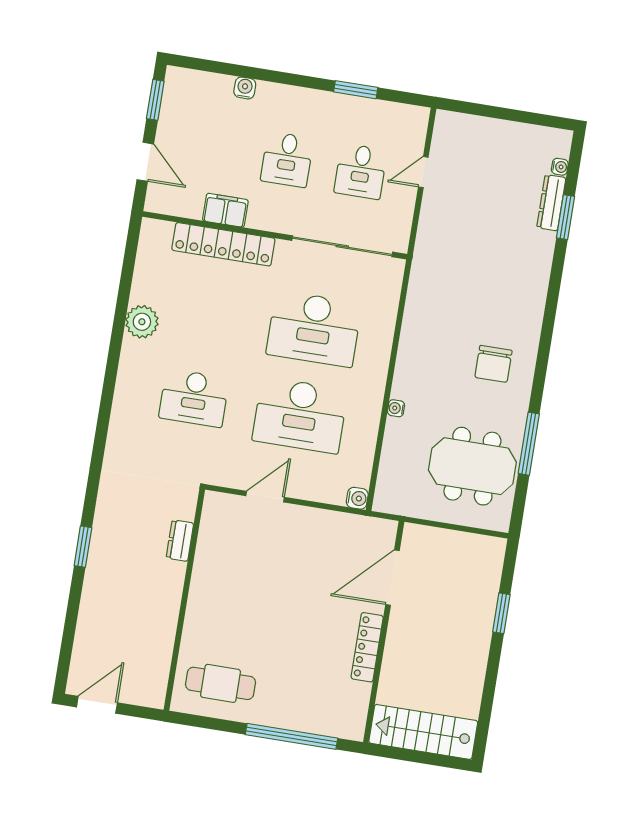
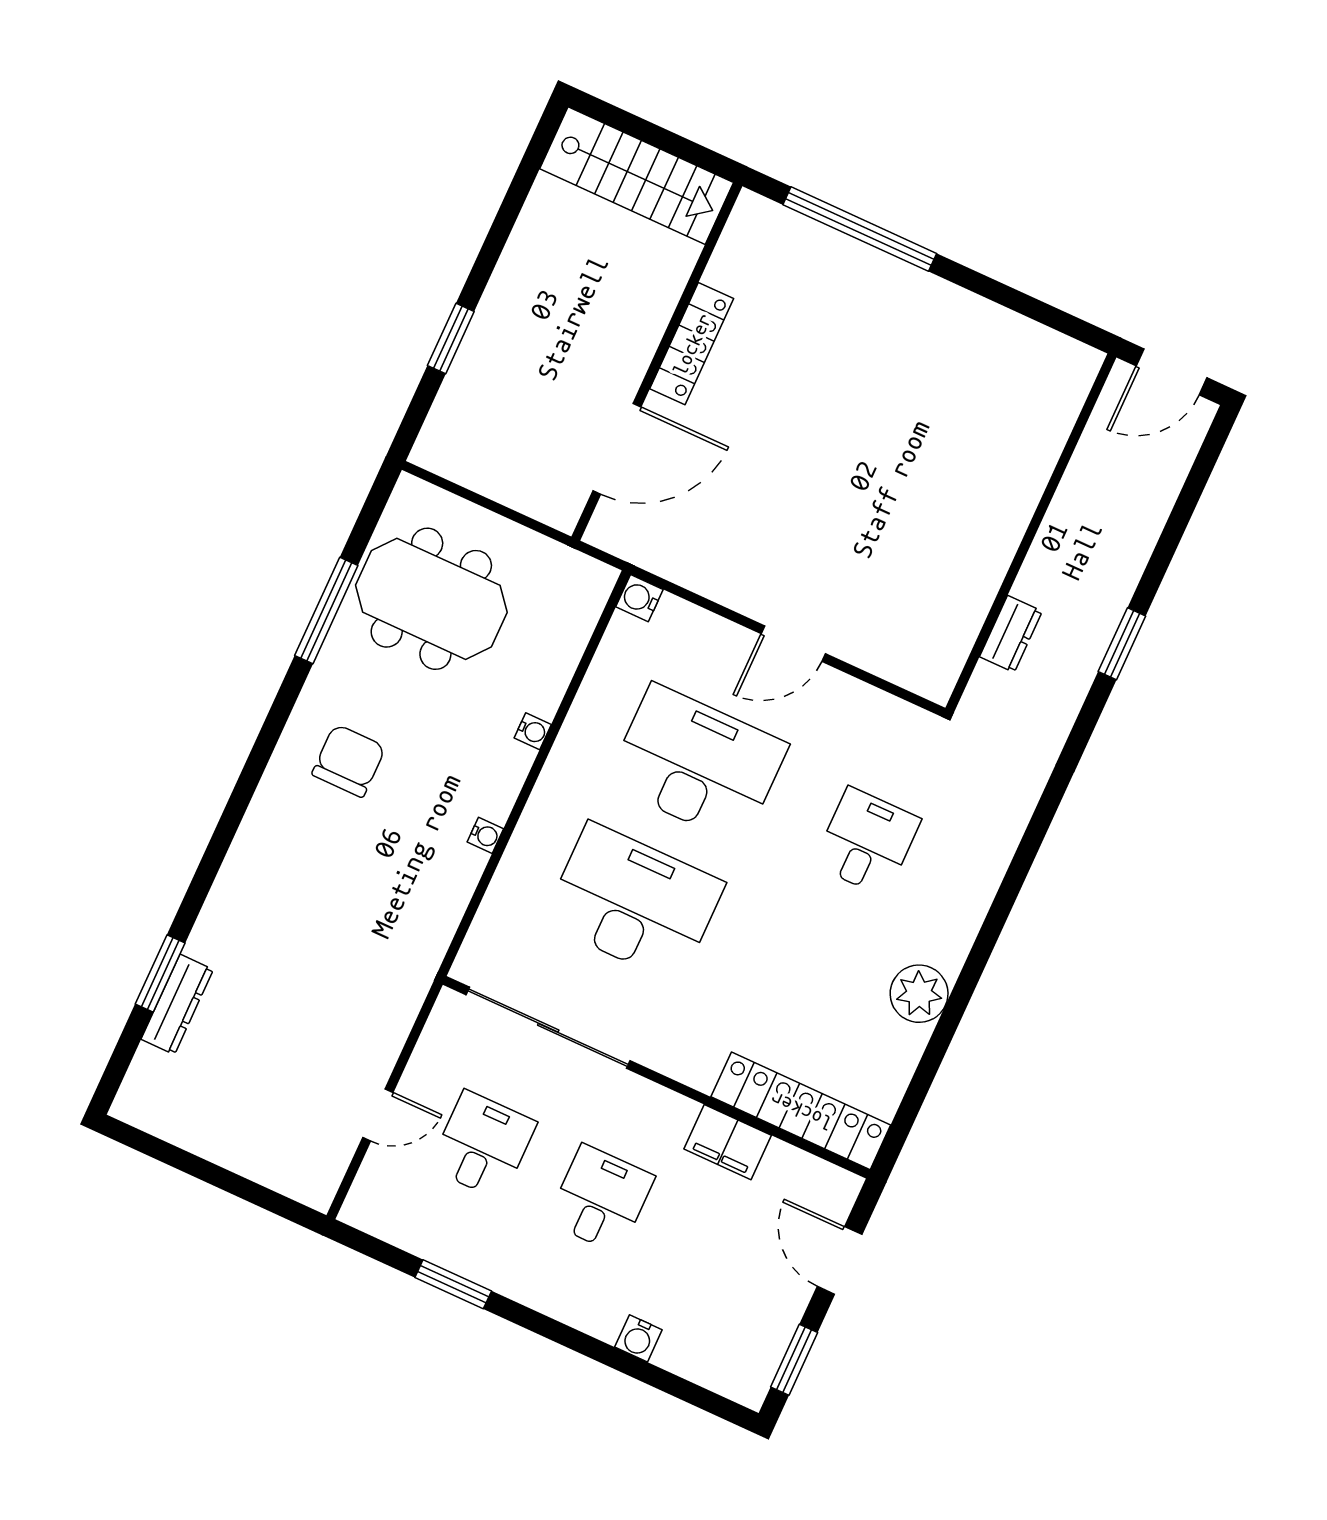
water cooler: (560, 167) -> (485, 835), moved, turned 180
locker: (223, 244) -> (801, 1111), moved
desk: (194, 398) -> (867, 842), width x0.73
dresser: (180, 541) -> (1011, 634), moved
wall: (184, 600) -> (1031, 533), moved
cafe table: (221, 683) -> (954, 351), removed

